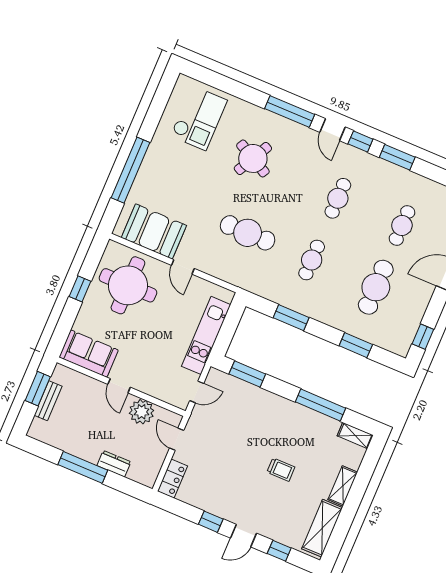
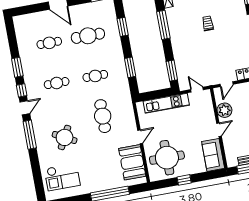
checkout: (199, 118) -> (62, 177), turned 180

